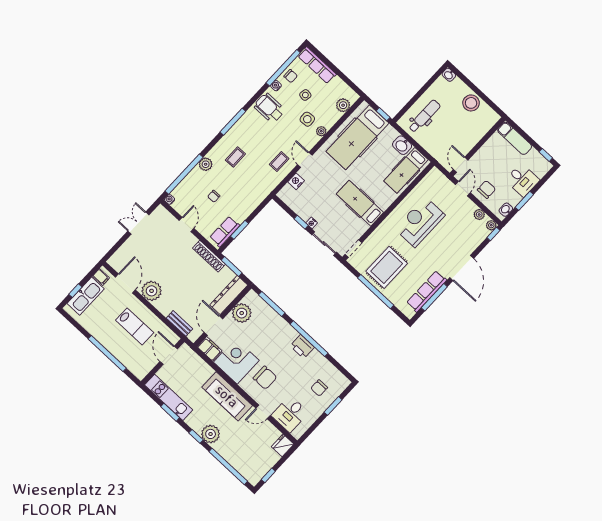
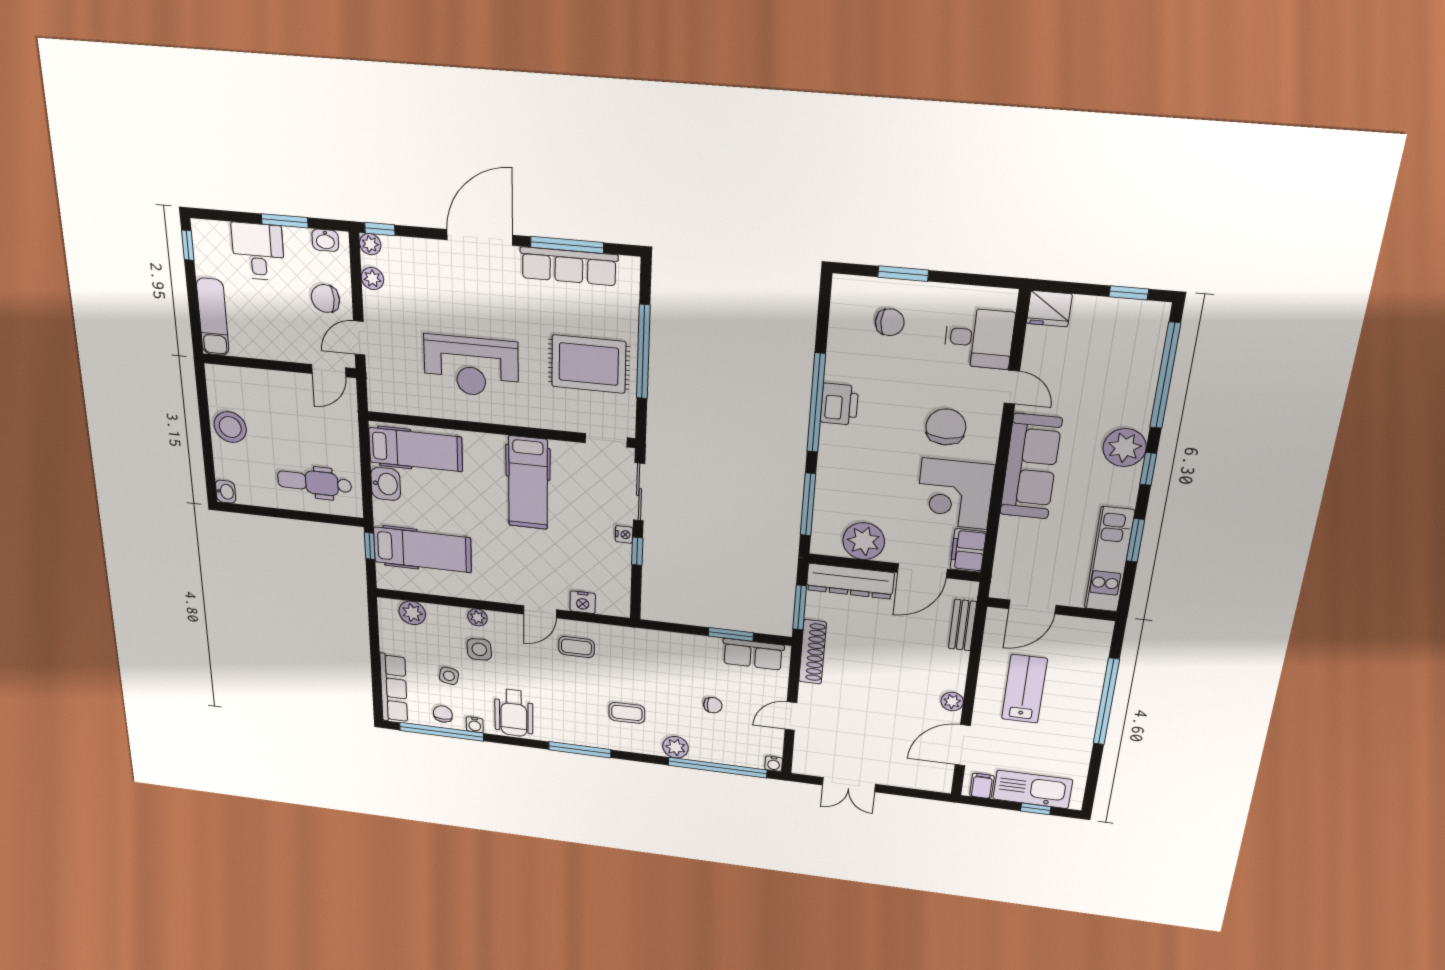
hospital bed: (357, 137) -> (422, 550), width x0.73, depth x0.78
plant: (152, 291) -> (952, 702), width x0.53, depth x0.53

